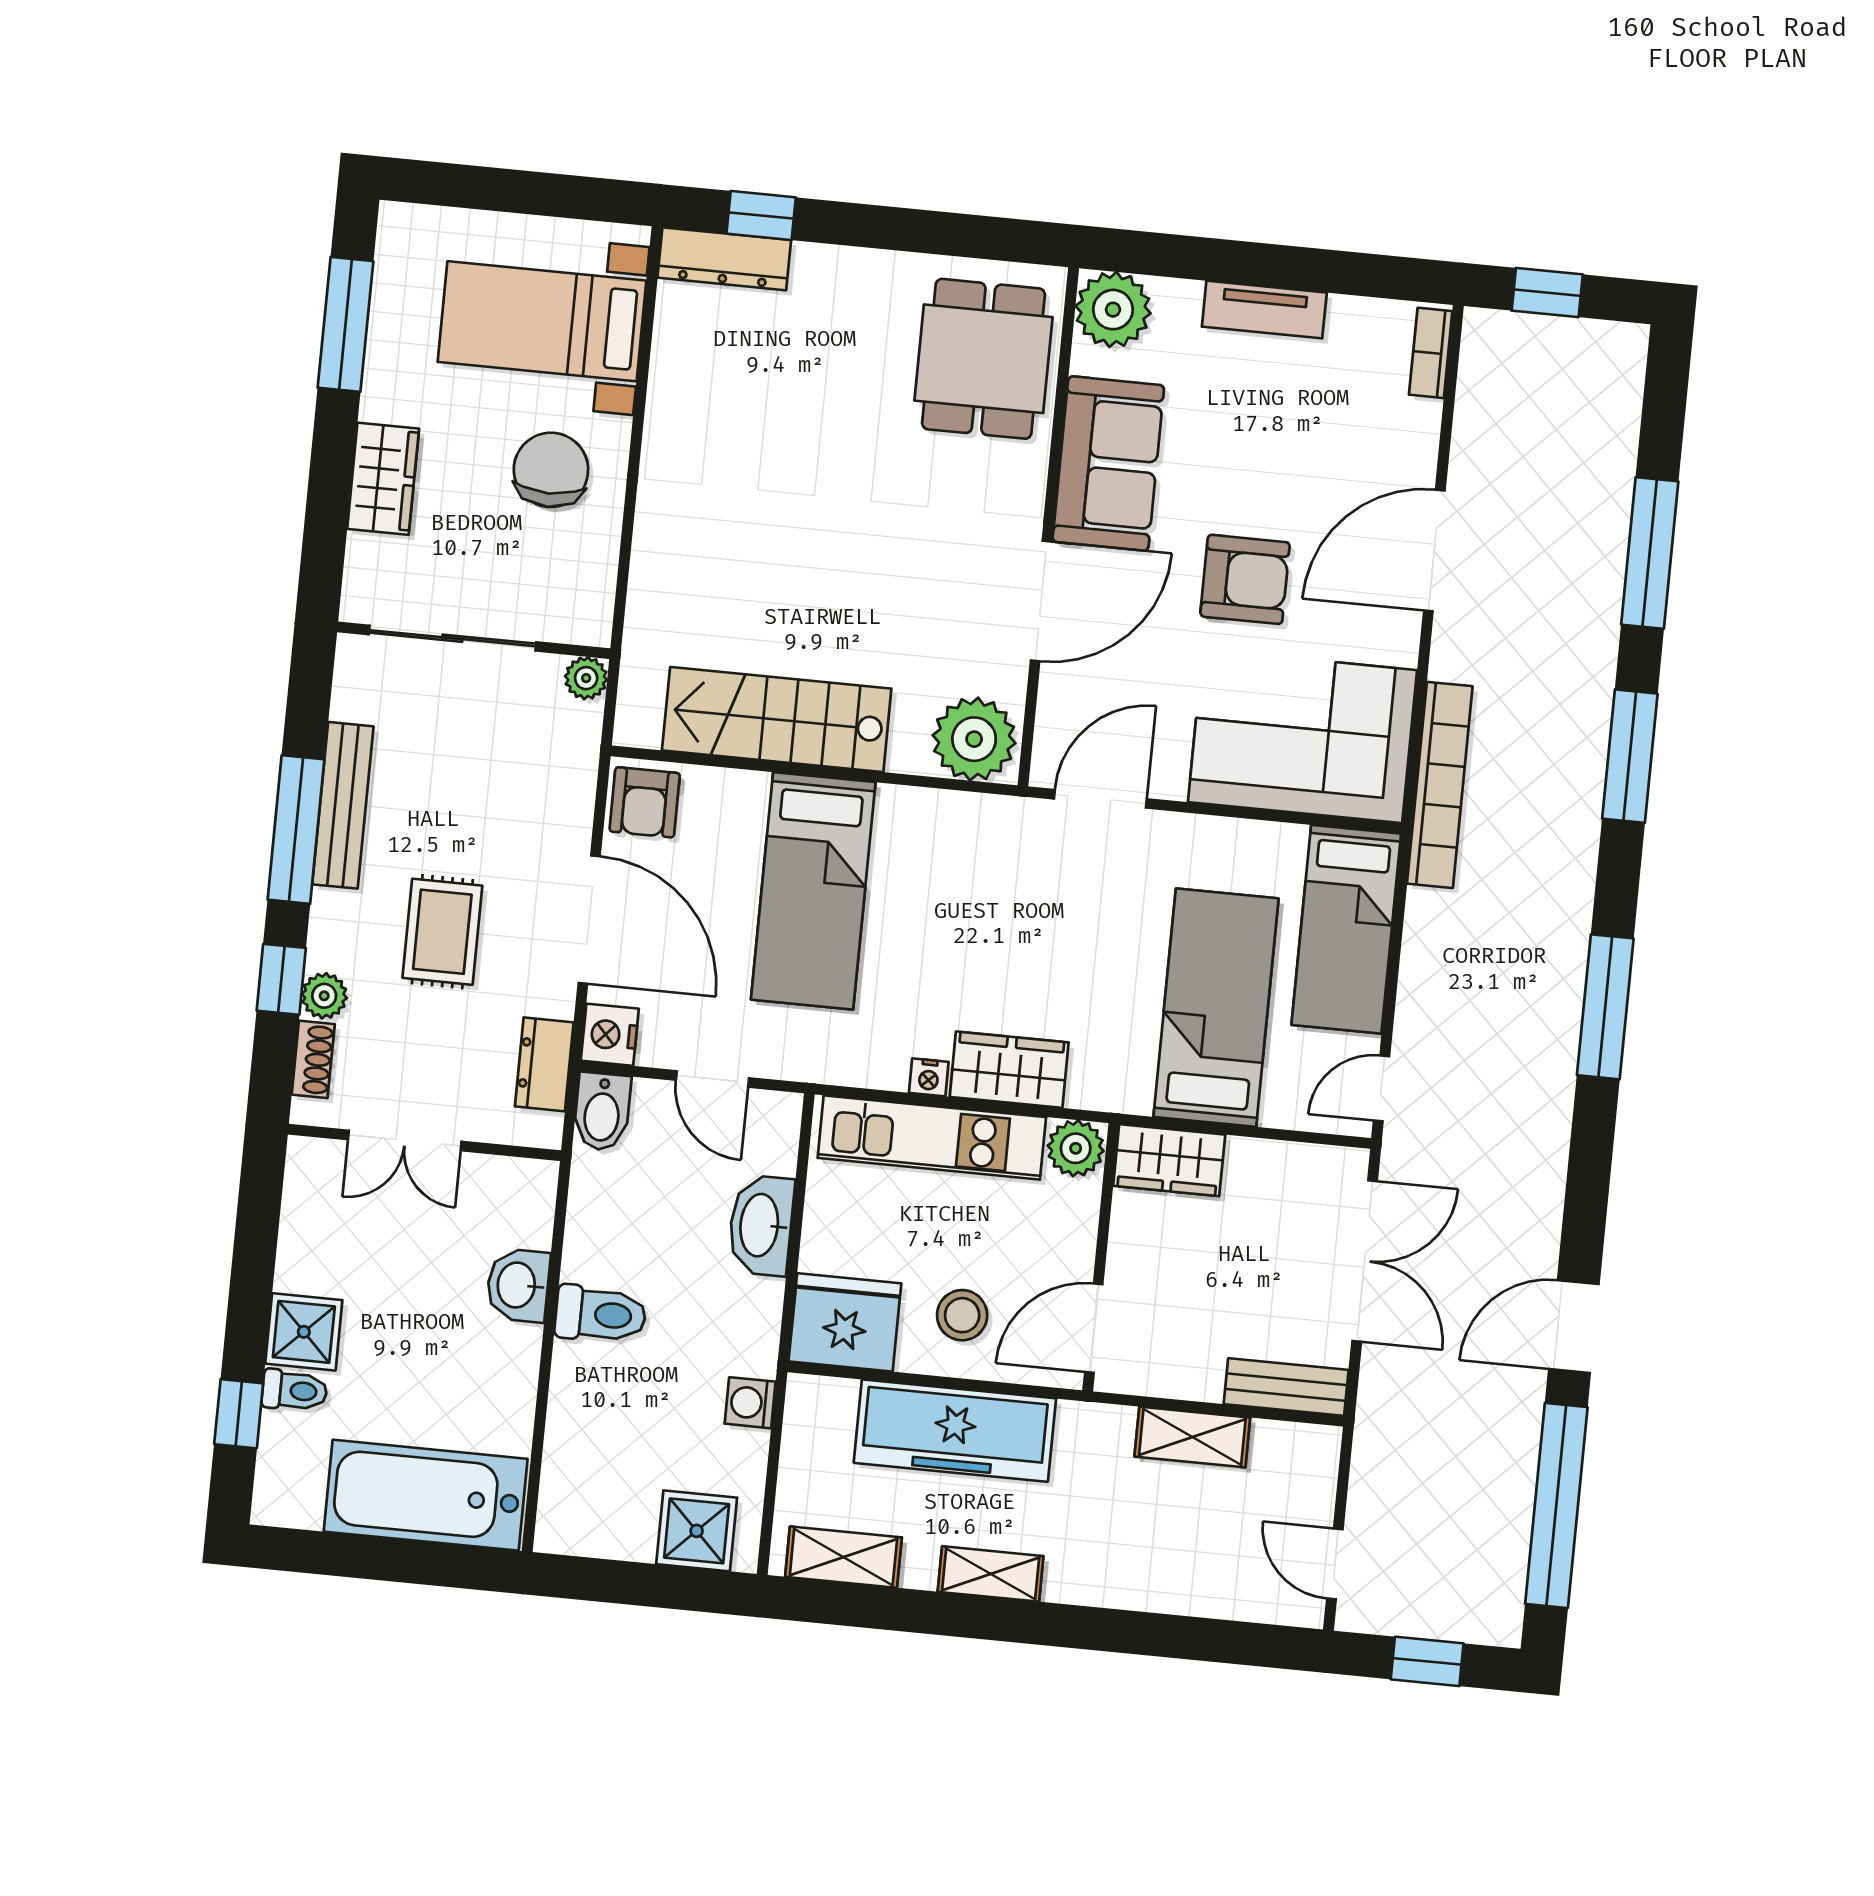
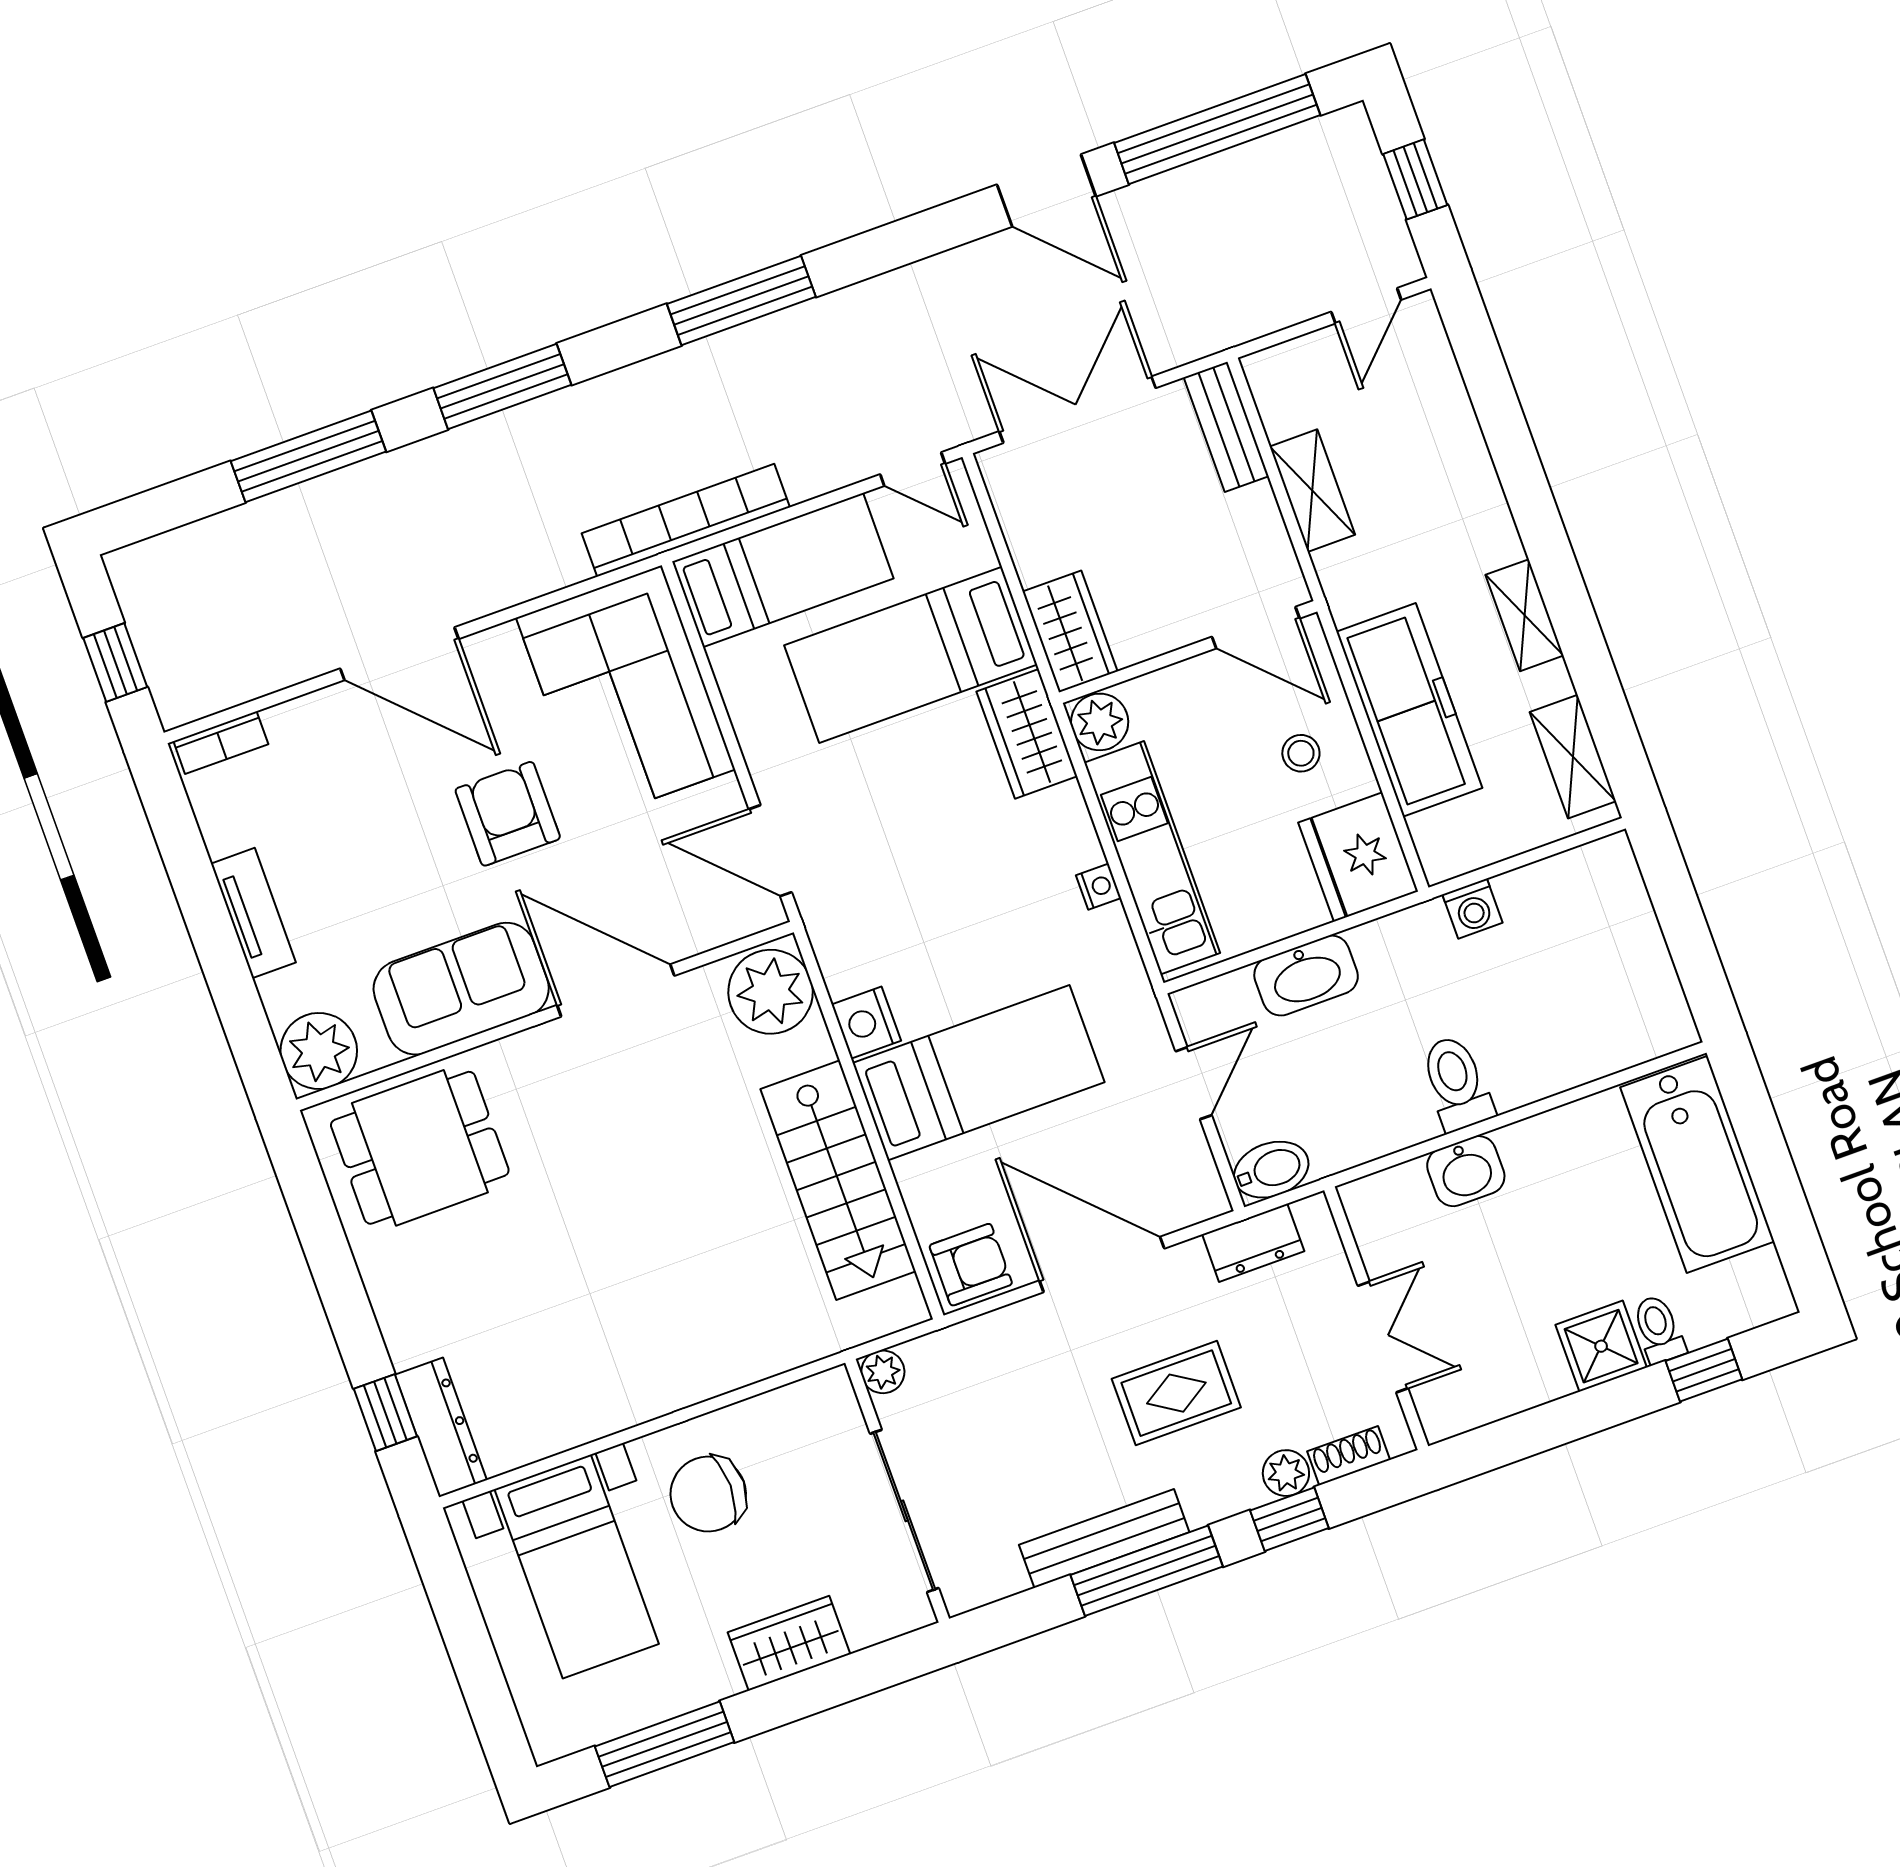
bookcase: (1440, 785) -> (686, 520), moved
door: (589, 920) -> (1102, 1264), hinge flipped
nightstand: (610, 1035) -> (866, 1023), moved, turned 90
wardrobe: (1009, 1070) -> (1027, 734), moved
stool: (962, 1315) -> (1301, 753), width x0.73, depth x0.73
shower: (697, 1531) -> (1613, 902), removed

